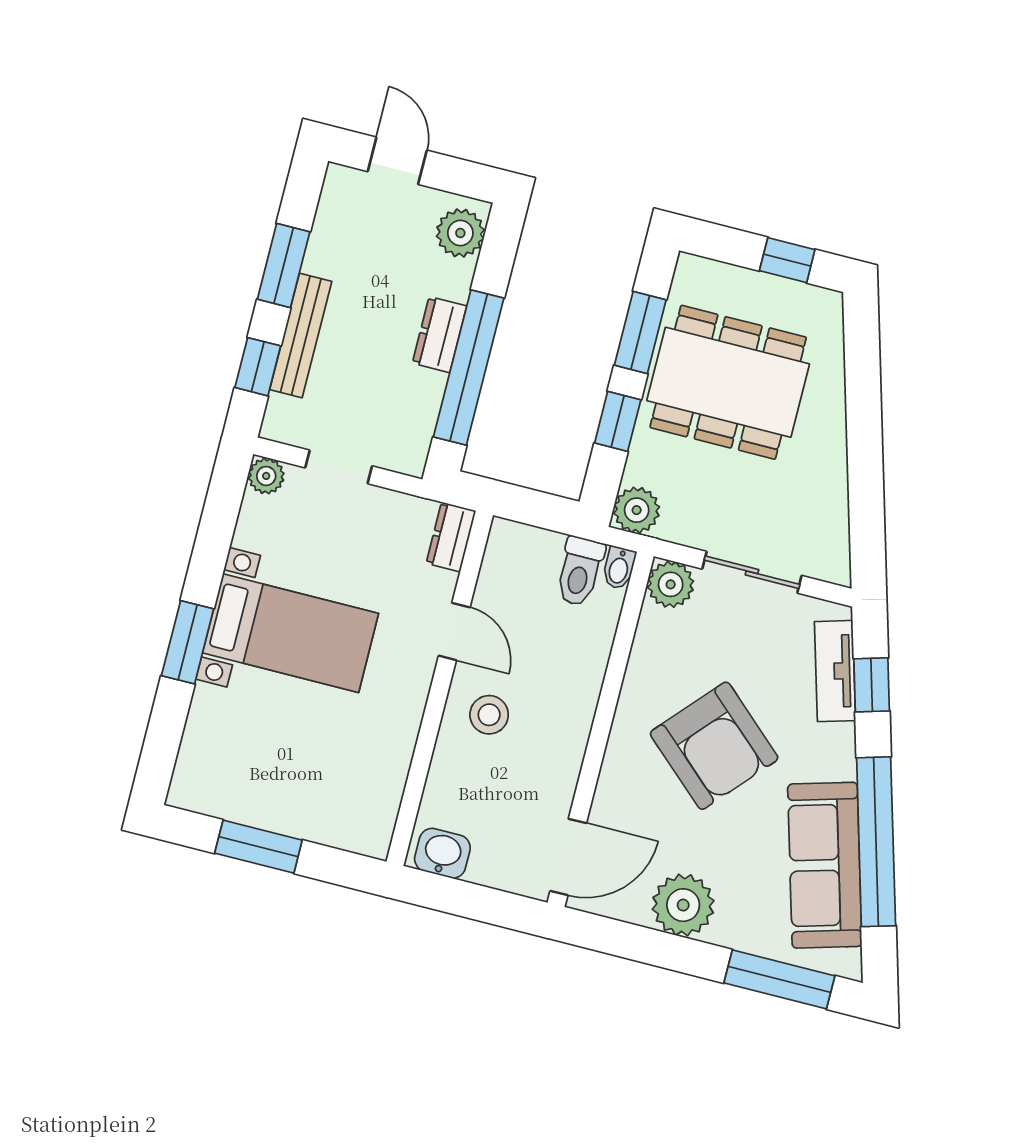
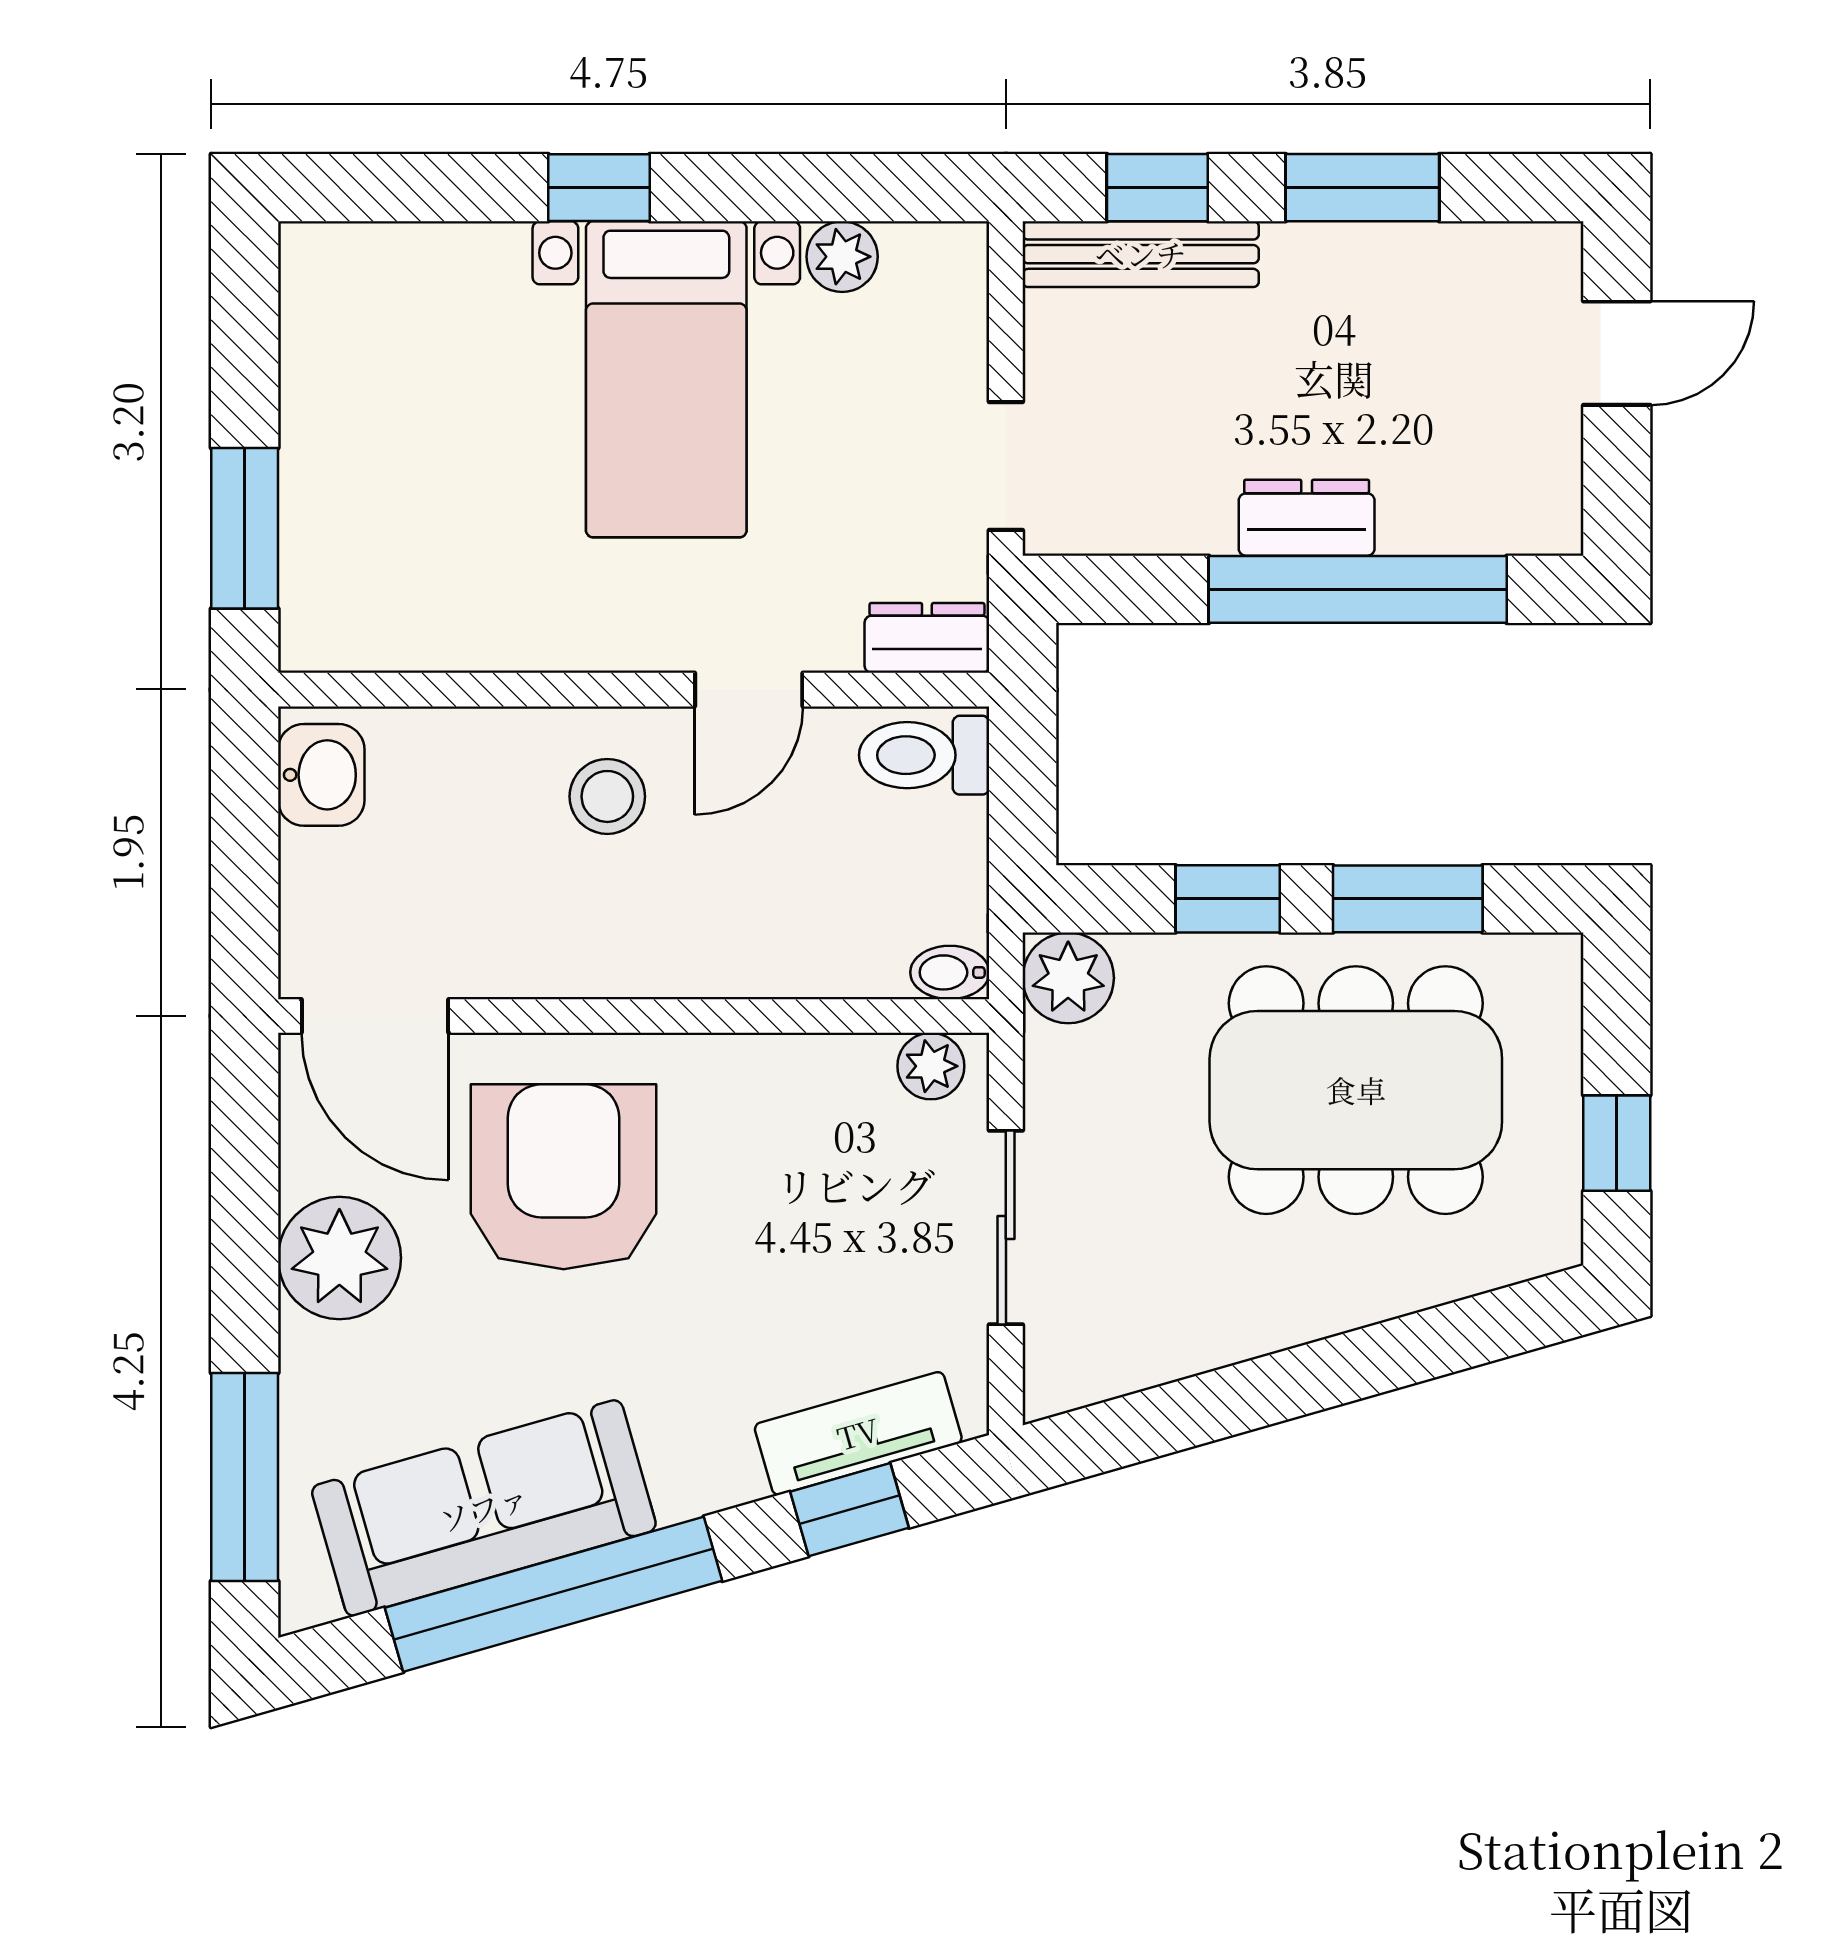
plant: (460, 233) -> (1510, 508), removed
bench: (301, 335) -> (1141, 254), moved
window: (469, 368) -> (1358, 589), moved
dining table: (728, 382) -> (1356, 1090), turned 90
doorway: (339, 467) -> (1006, 466), moved
plant: (266, 476) -> (842, 257), moved
toilet: (580, 571) -> (924, 755), moved
plant: (671, 584) -> (931, 1066), width x0.73, depth x0.73
window: (188, 642) -> (599, 188), width x0.67
armchair: (714, 746) -> (564, 1177), moved, turned 138
window: (258, 847) -> (245, 528), moved

